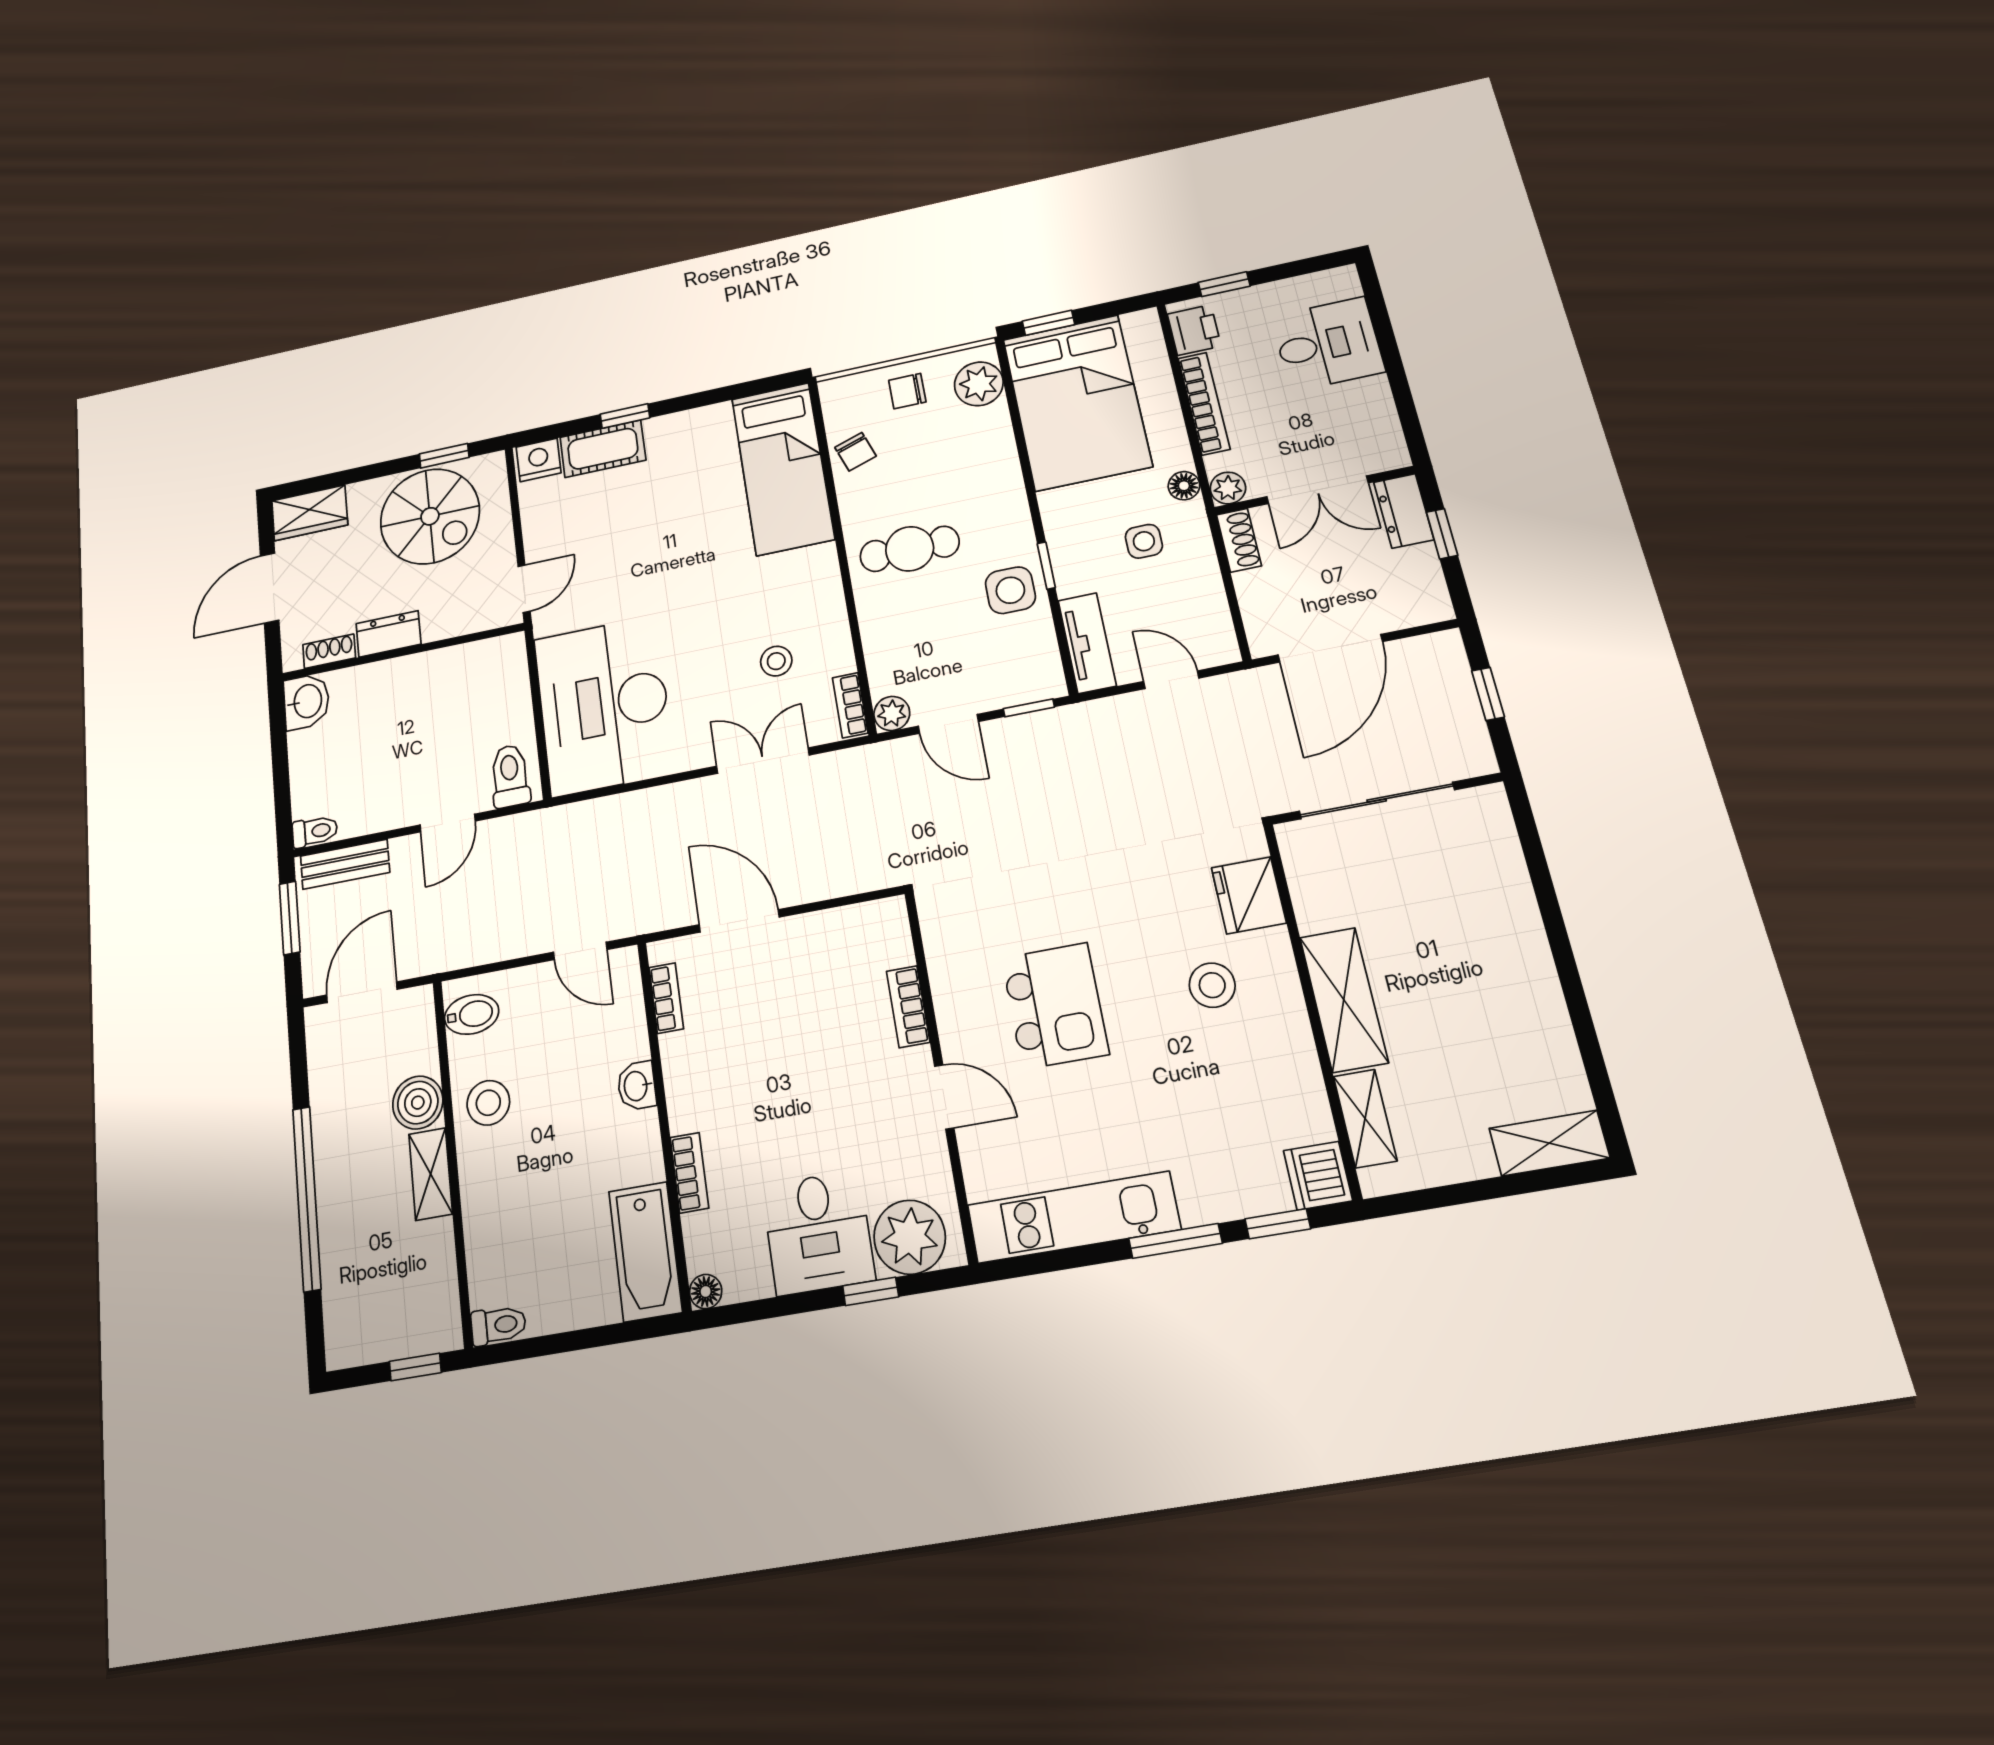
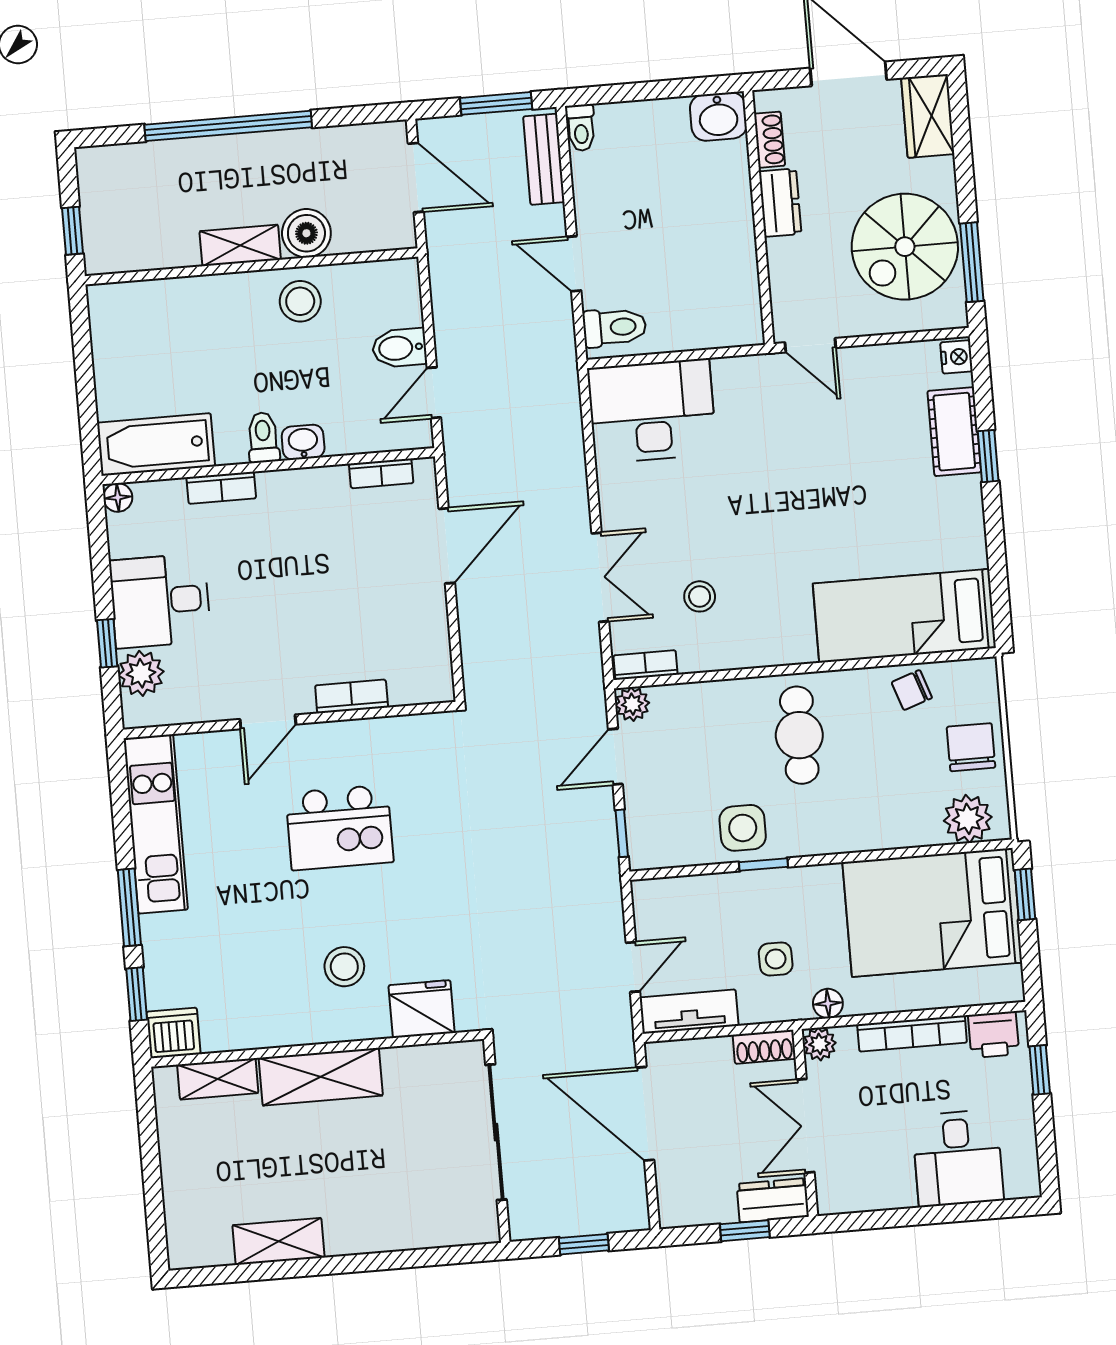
chair: (907, 391) -> (971, 747), width x1.37, depth x1.37
window: (444, 456) -> (972, 262), width x1.50
nightstand: (539, 460) -> (956, 357), width x0.72, depth x0.74
tv unit: (1087, 643) -> (689, 1012), moved, turned 180
desk: (604, 706) -> (652, 411), width x0.73, depth x0.77
bidet: (472, 1014) -> (399, 348), moved, turned 90
shelving: (1549, 1143) -> (278, 1241), moved, turned 90
plant: (910, 1237) -> (141, 673), width x0.73, depth x0.73
toilet: (498, 1325) -> (263, 437), moved, turned 180

